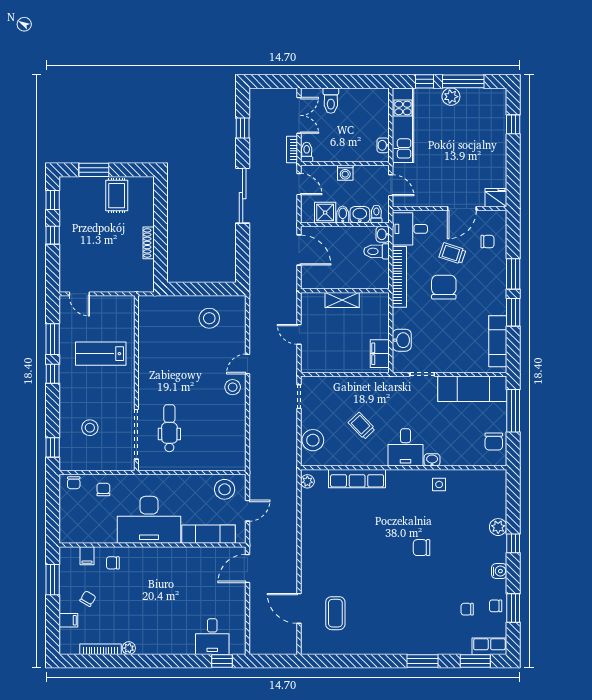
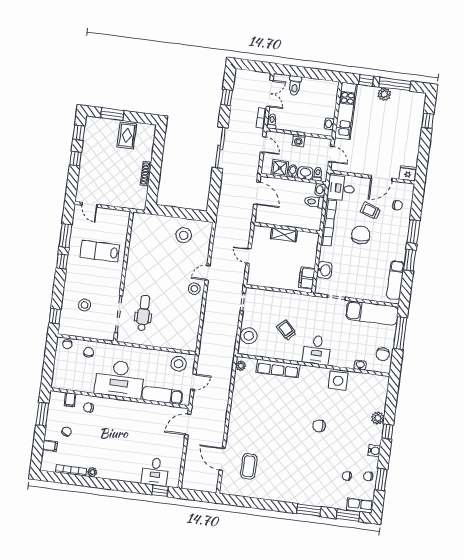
washbasin: (432, 460) -> (360, 365), moved
side table: (439, 484) -> (338, 381), width x1.87, depth x1.87

